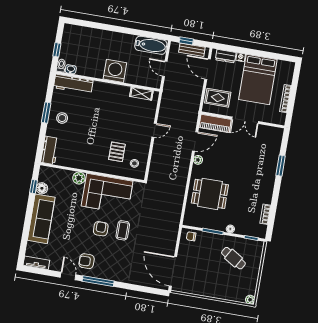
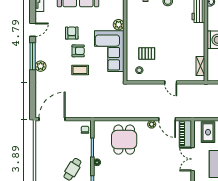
armchair: (87, 261) -> (72, 33), moved
plant: (111, 274) -> (41, 66), added

